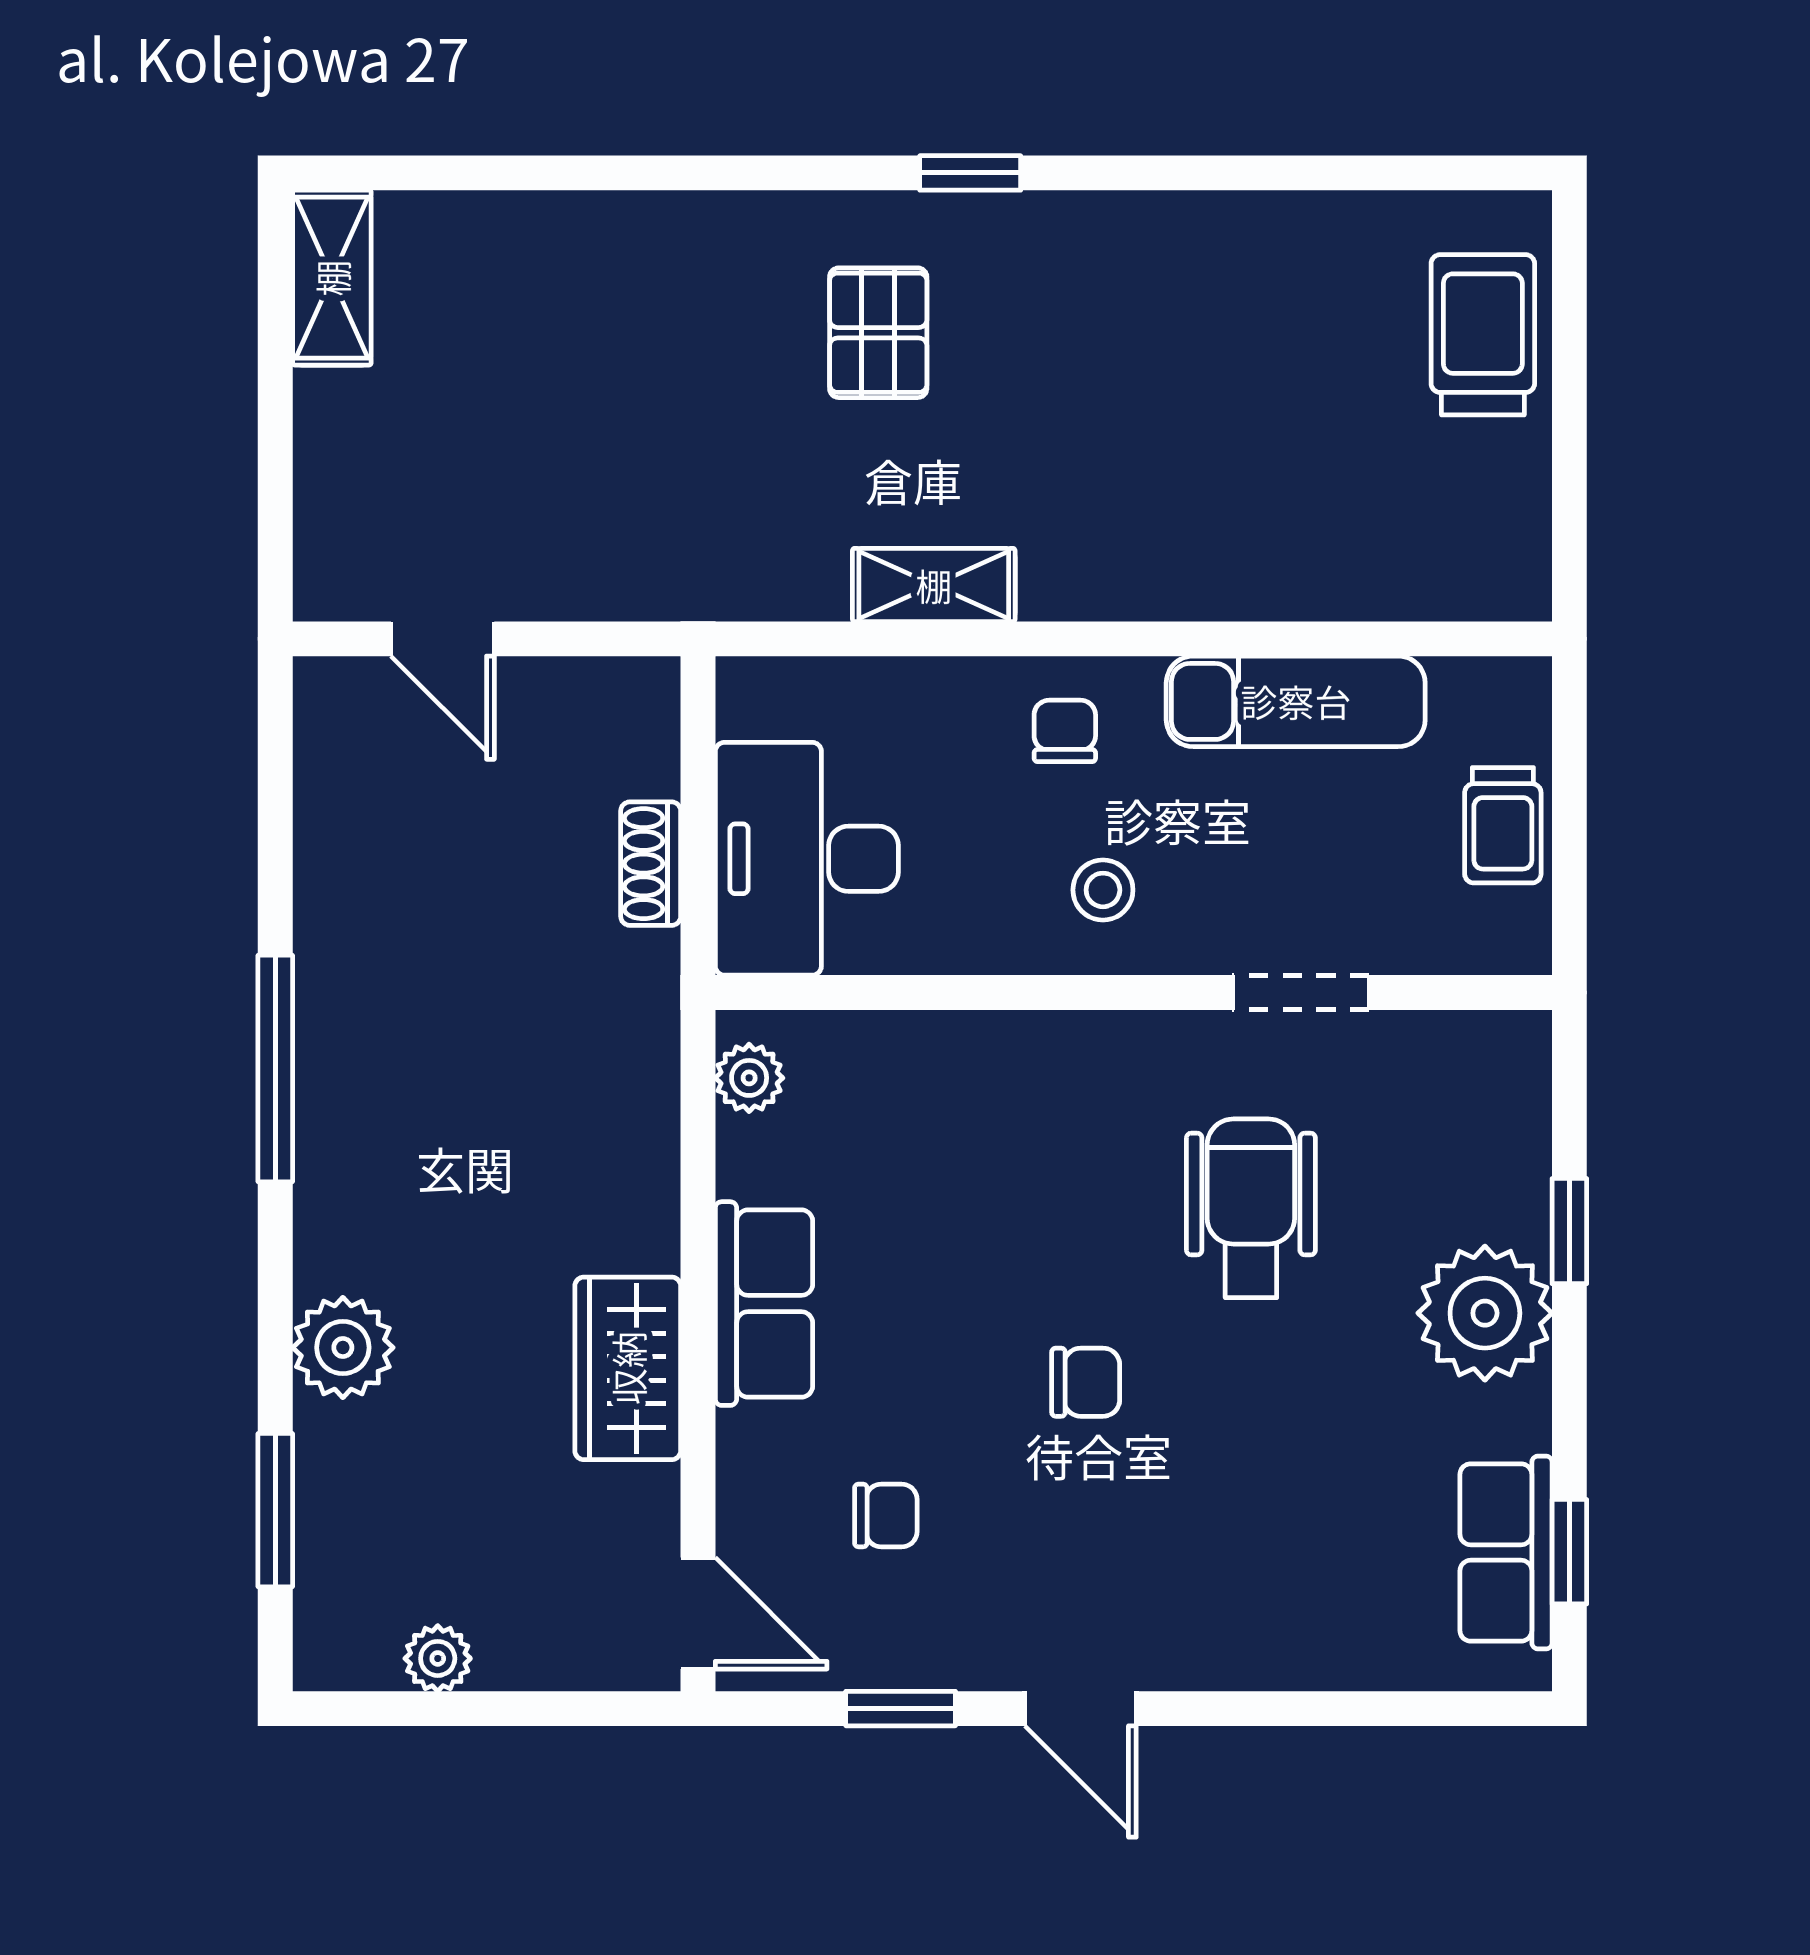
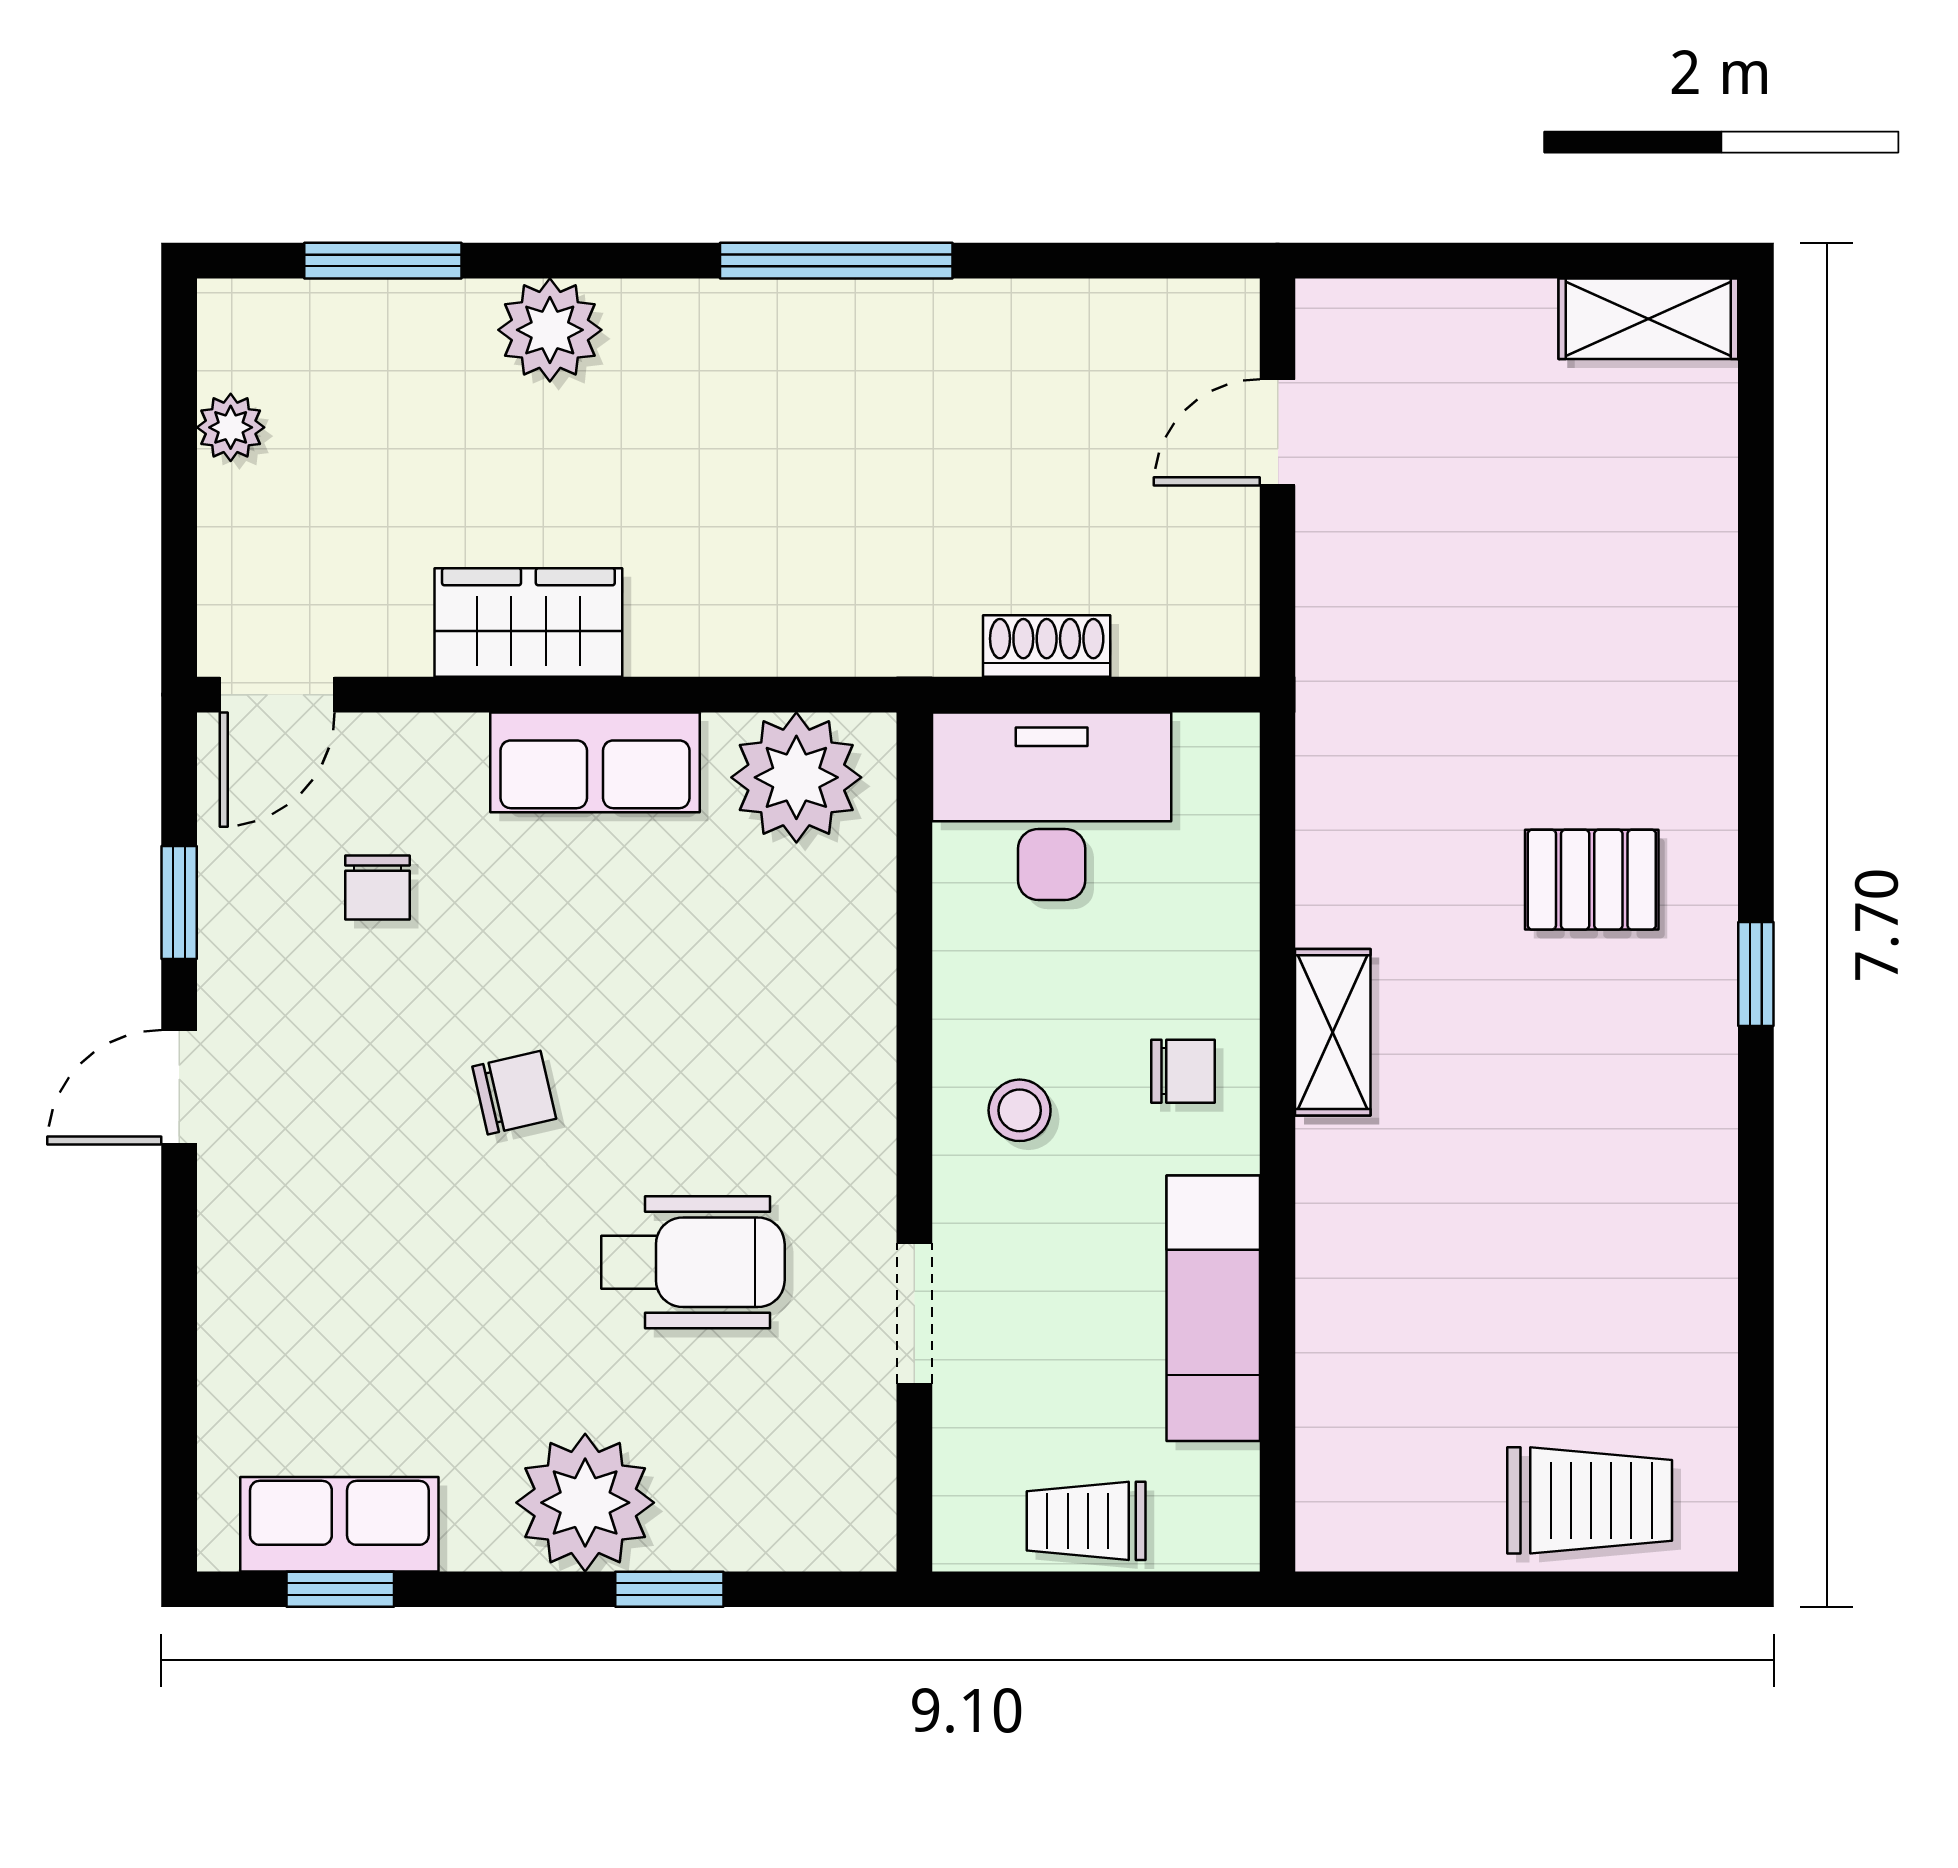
shelving: (934, 585) -> (1333, 1032), moved
plant: (749, 1078) -> (796, 777), width x1.88, depth x1.88
chair: (1086, 1382) -> (514, 1093), turned -103

